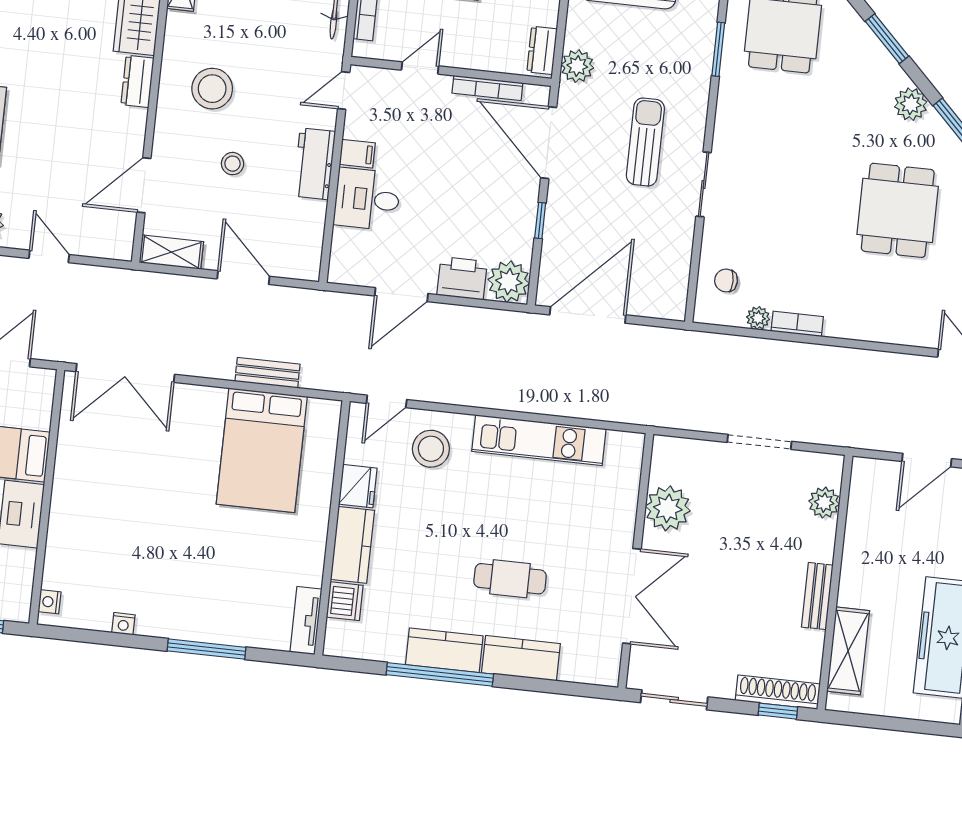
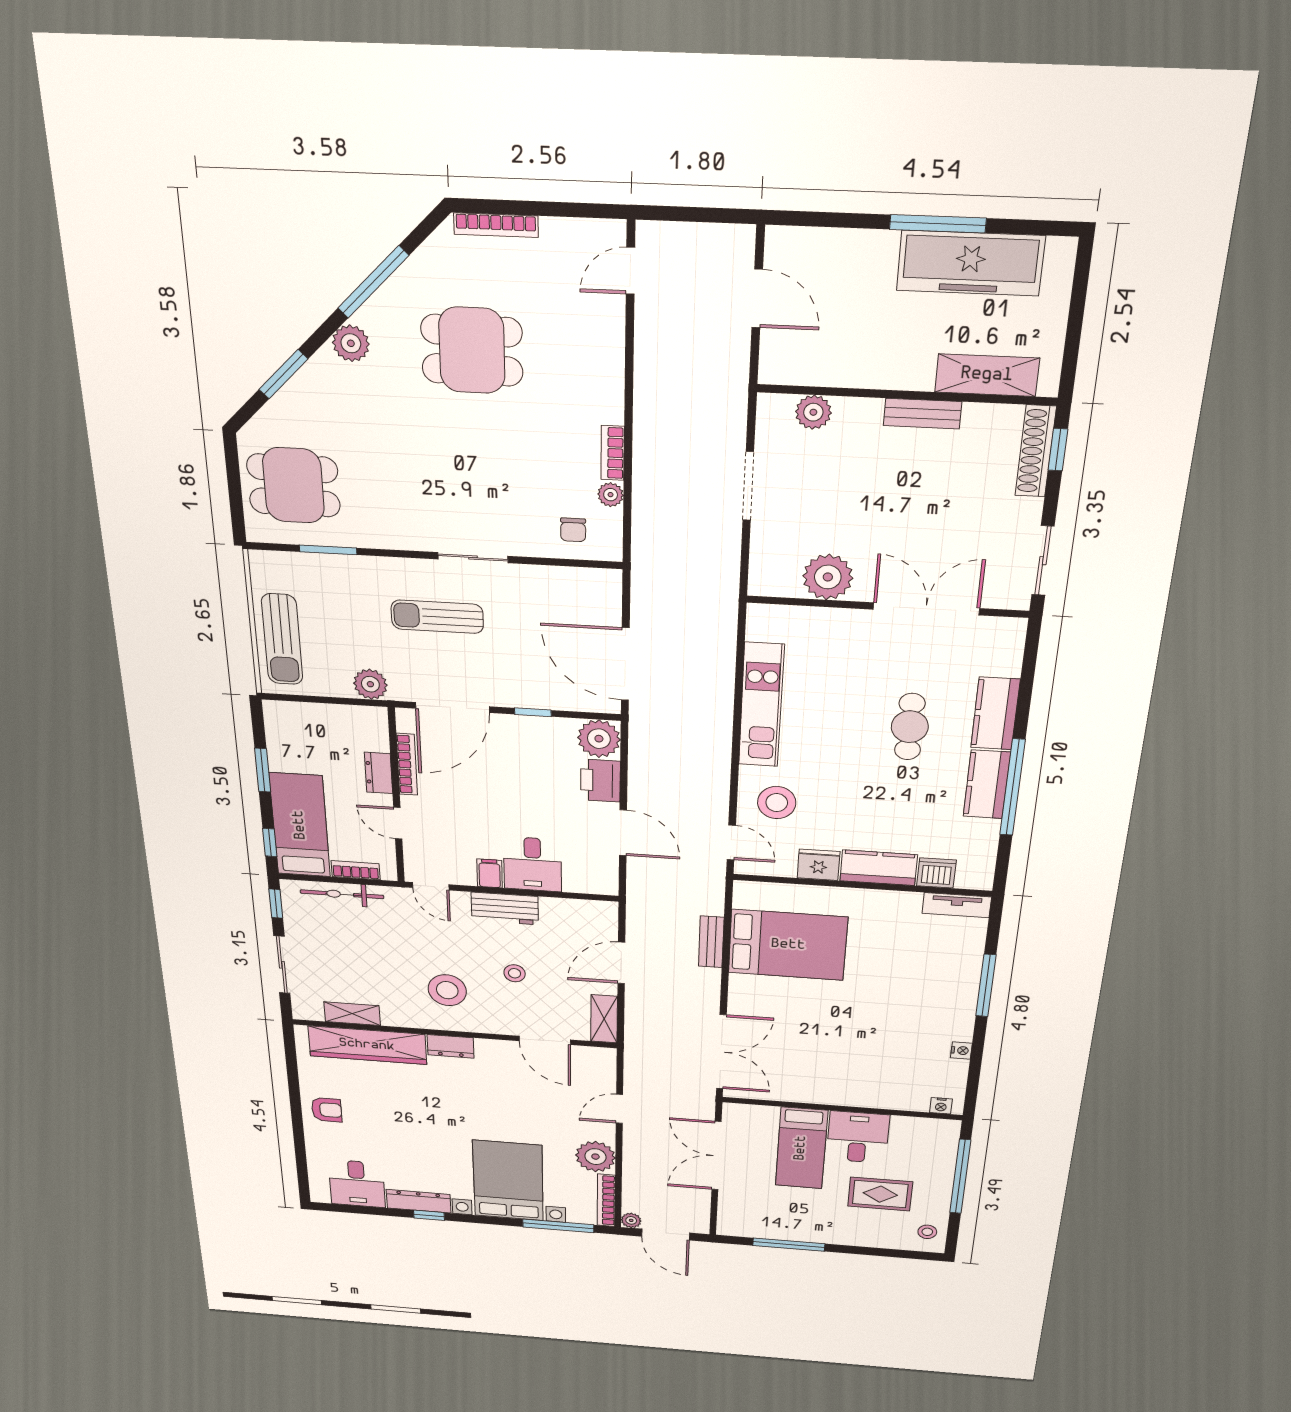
dresser: (542, 50) -> (378, 773), moved, turned 90

